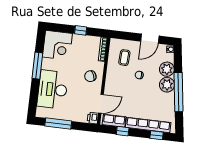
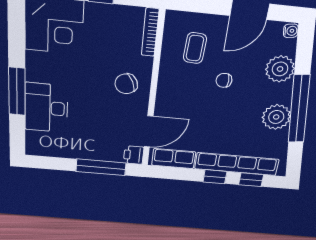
window: (37, 66) -> (17, 91), moved
plant: (167, 85) -> (276, 117), moved
desk: (53, 89) -> (46, 108), width x0.73, depth x0.77
window: (58, 124) -> (101, 167), moved
window: (123, 131) -> (215, 177), moved

